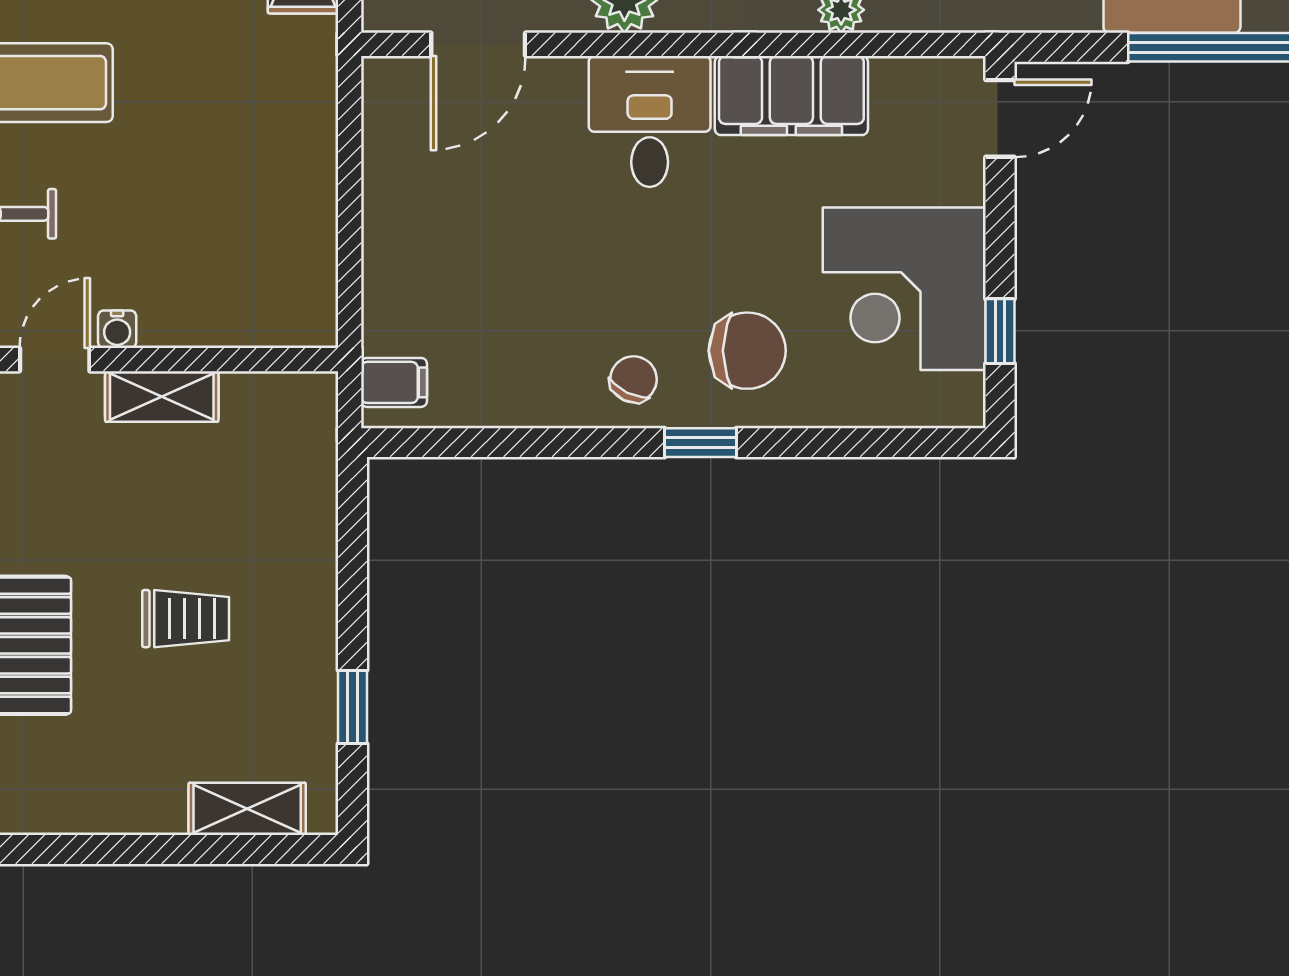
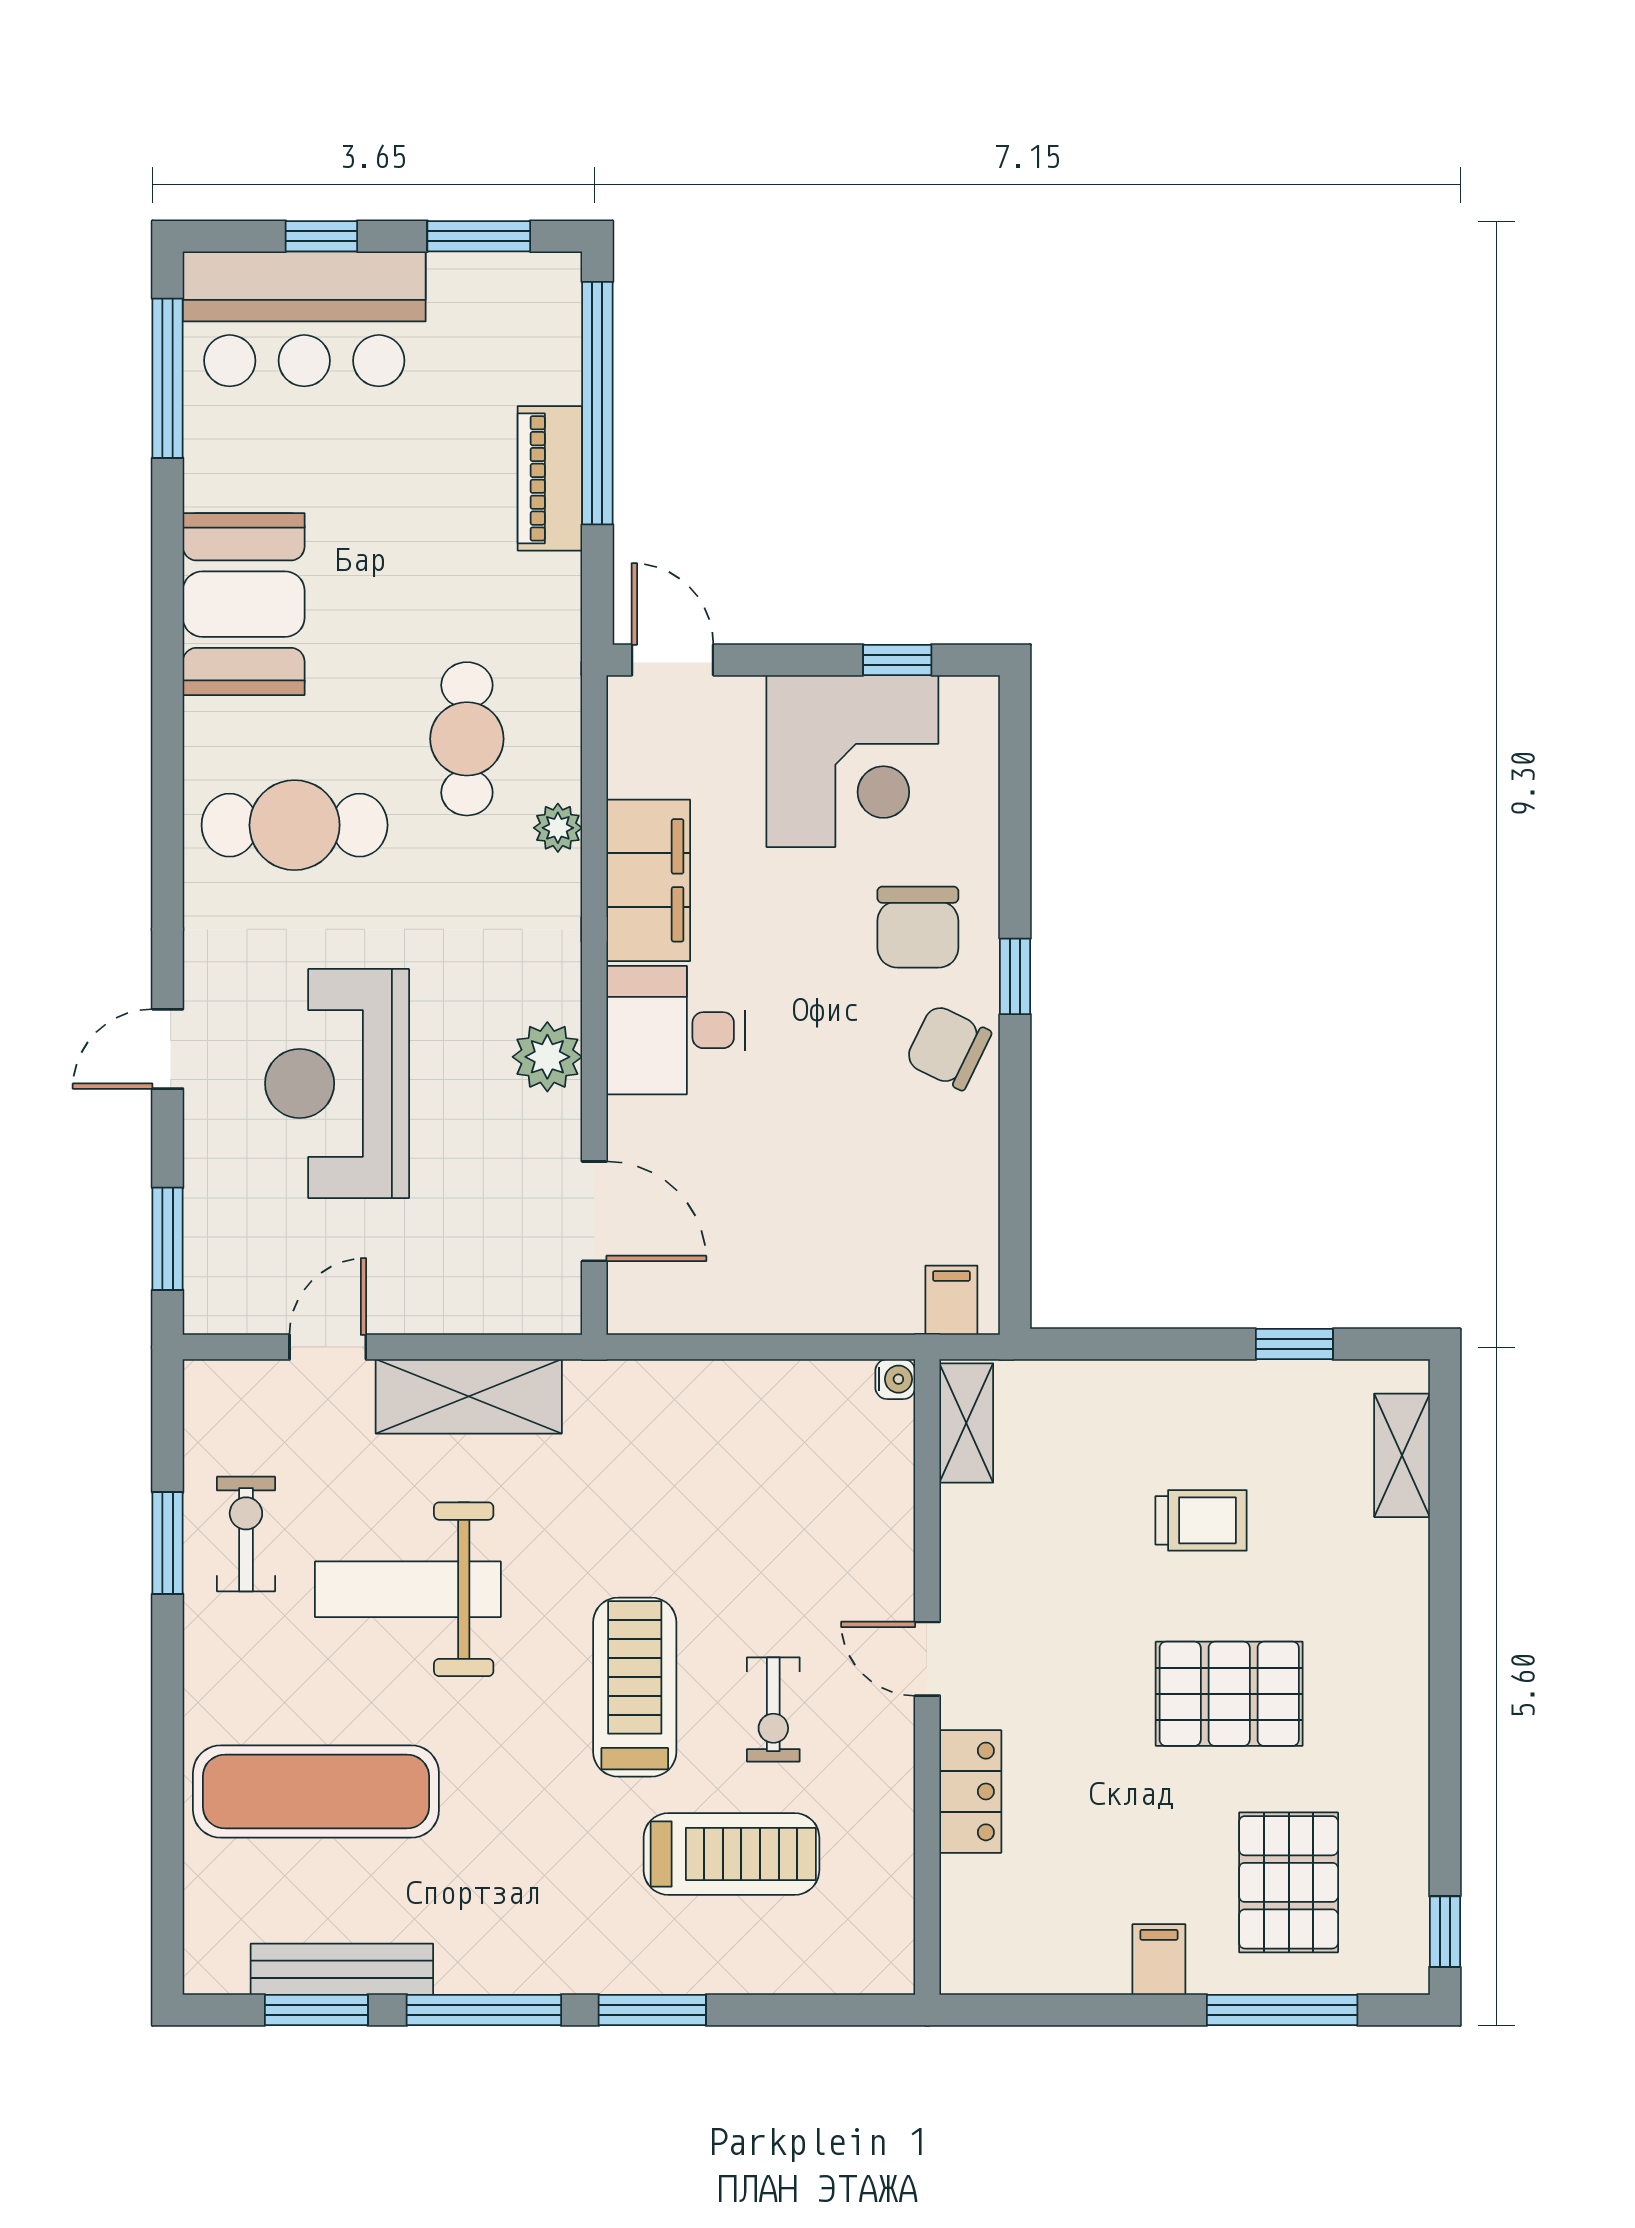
water cooler: (117, 329) -> (895, 1379), moved
chair: (747, 351) -> (918, 927), turned 180
chair: (633, 379) -> (948, 1047), width x1.37, depth x1.37
shelving: (162, 396) -> (966, 1423), moved
trolley: (186, 619) -> (1201, 1520), turned 90

